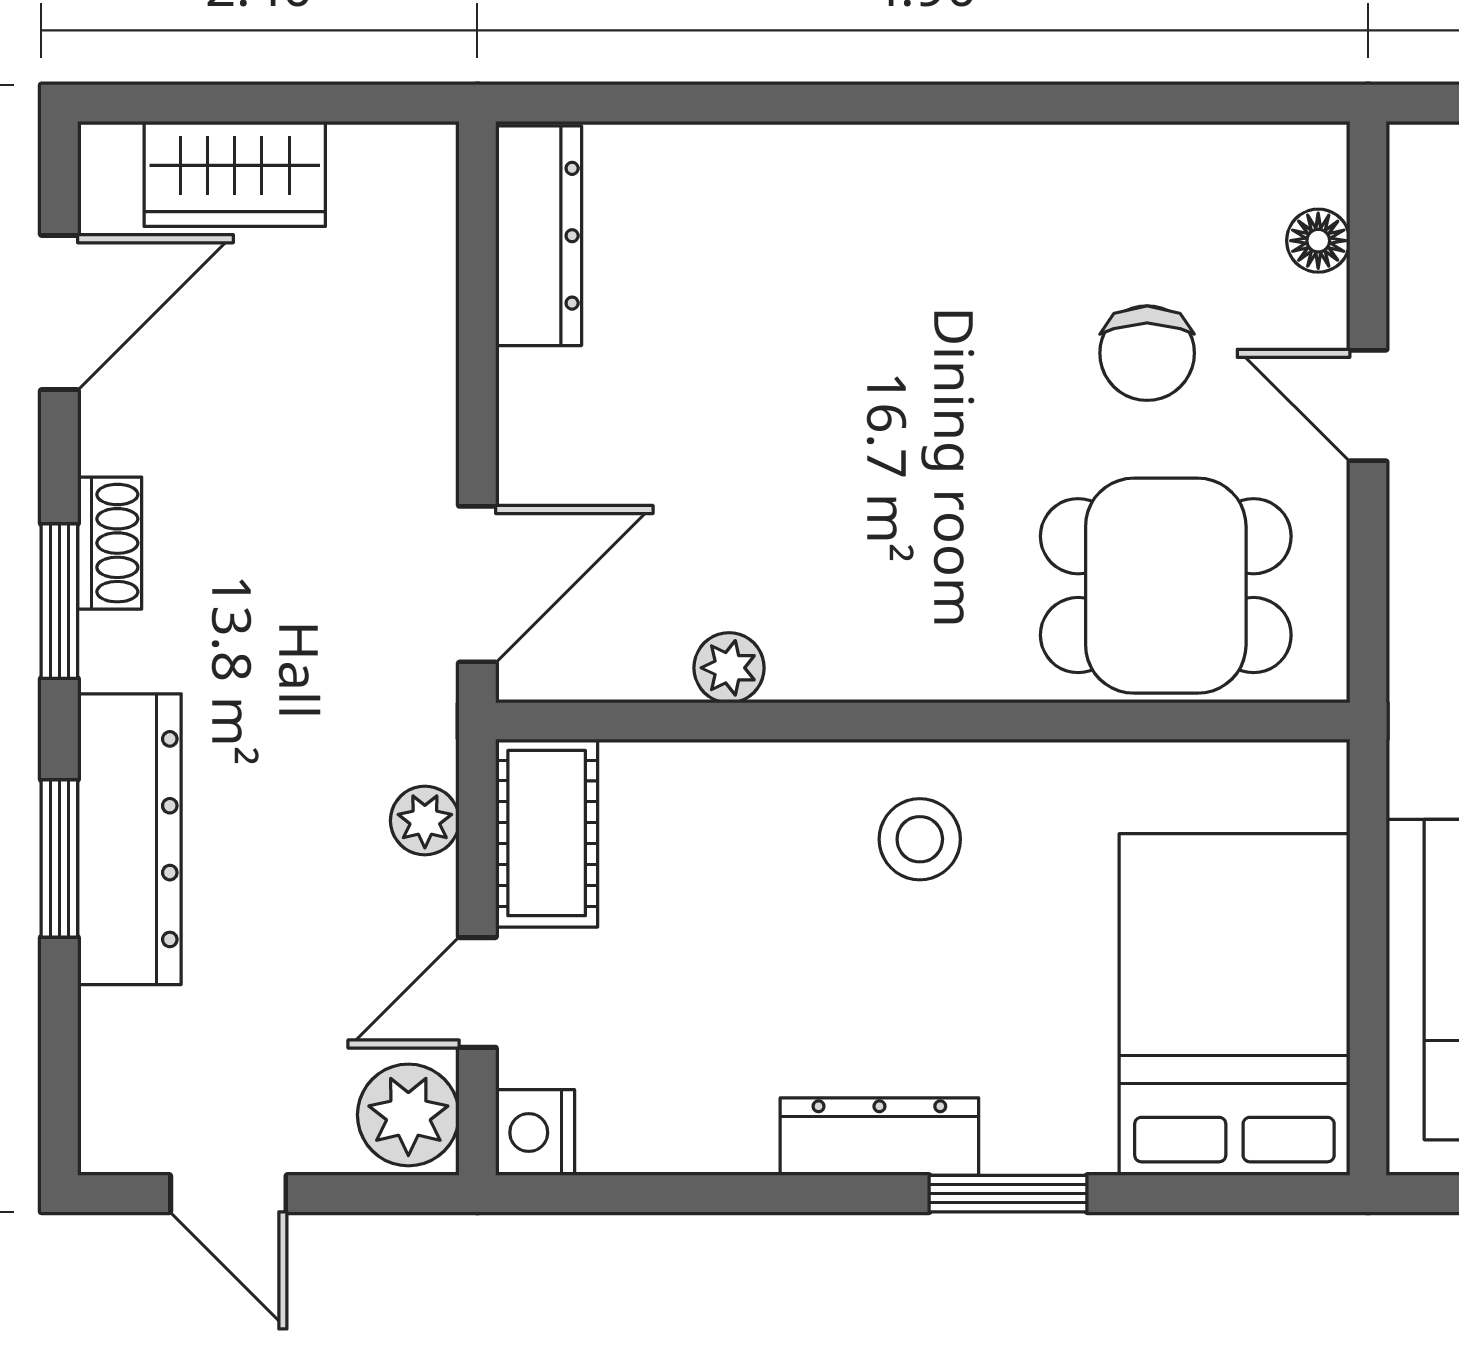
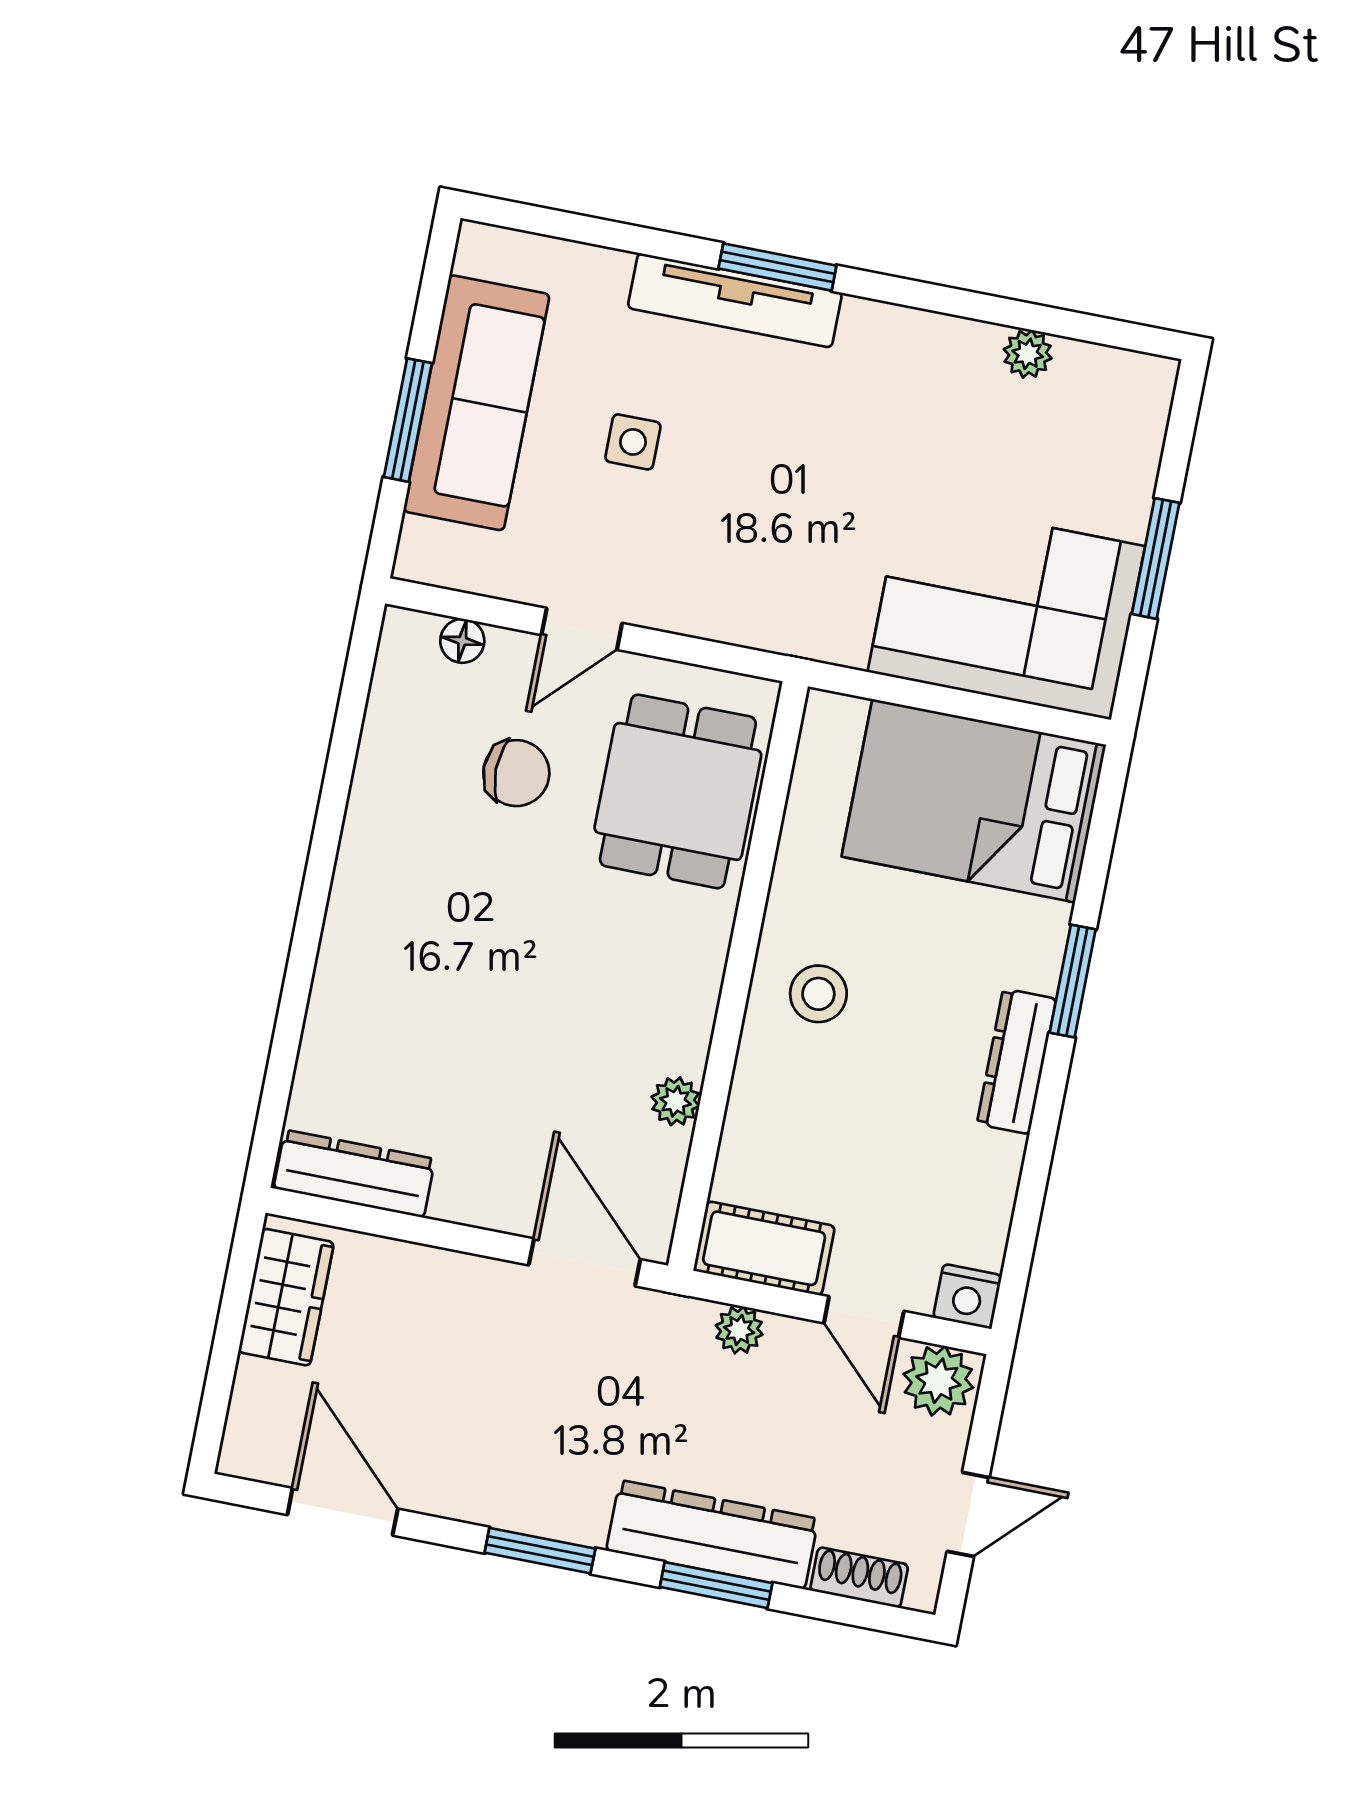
wardrobe: (235, 174) -> (286, 1297), moved
shoe rack: (110, 543) -> (859, 1577), moved

